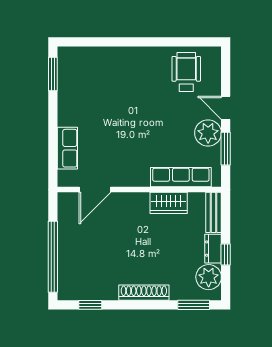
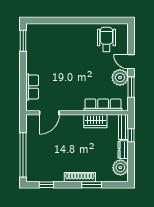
window: (226, 255) -> (131, 135), moved
window: (194, 305) -> (92, 185), moved

